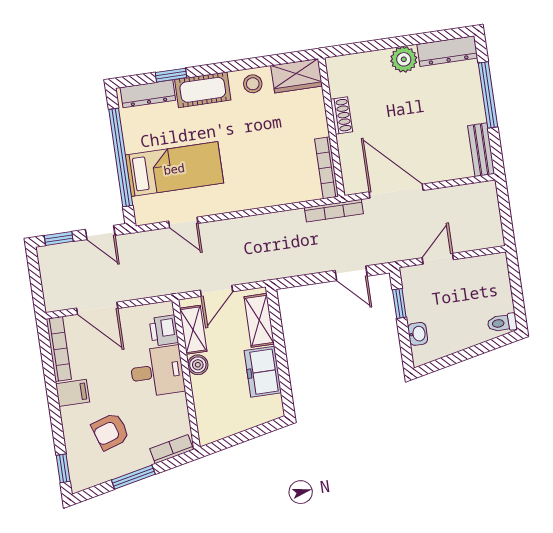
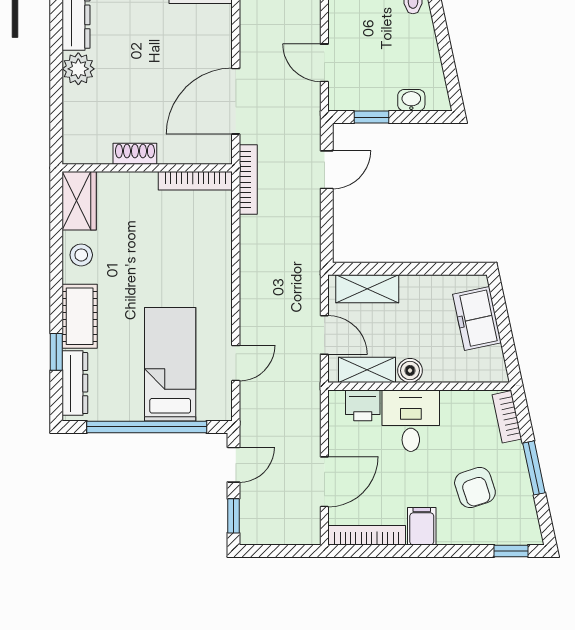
freezer: (263, 372) -> (477, 319), moved, turned 78

